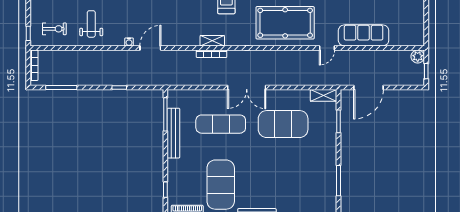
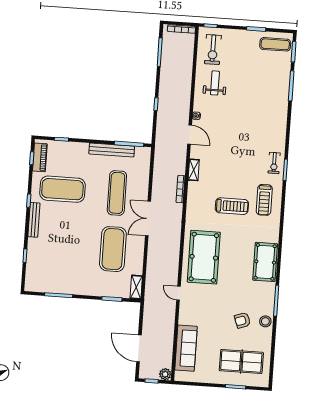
weight bench: (91, 24) -> (215, 83), turned -90
exercise bike: (54, 29) -> (213, 50), width x1.38, depth x1.39
sofa: (364, 35) -> (186, 348), moved
shelving: (212, 41) -> (194, 170), moved
door: (369, 88) -> (139, 348), moved

